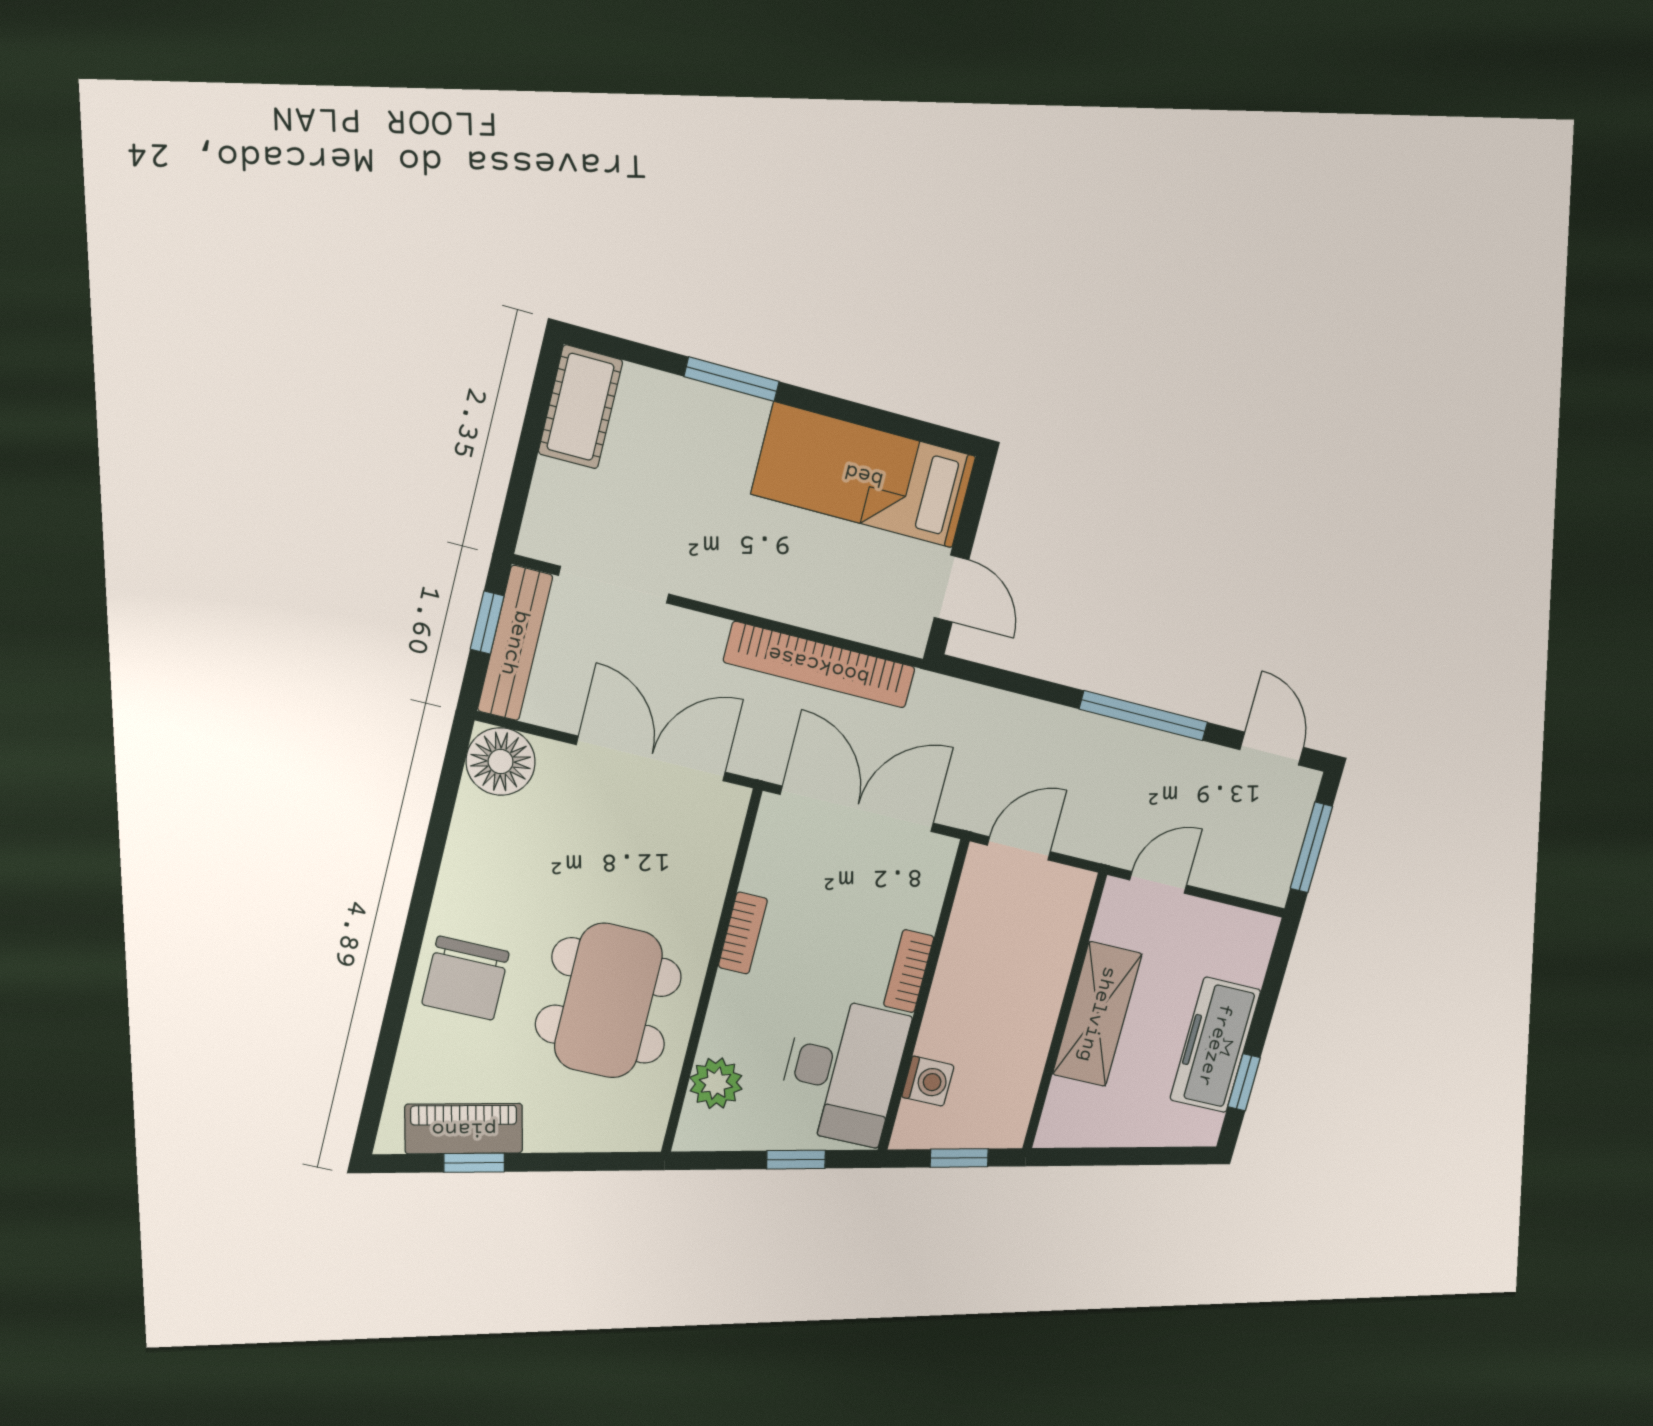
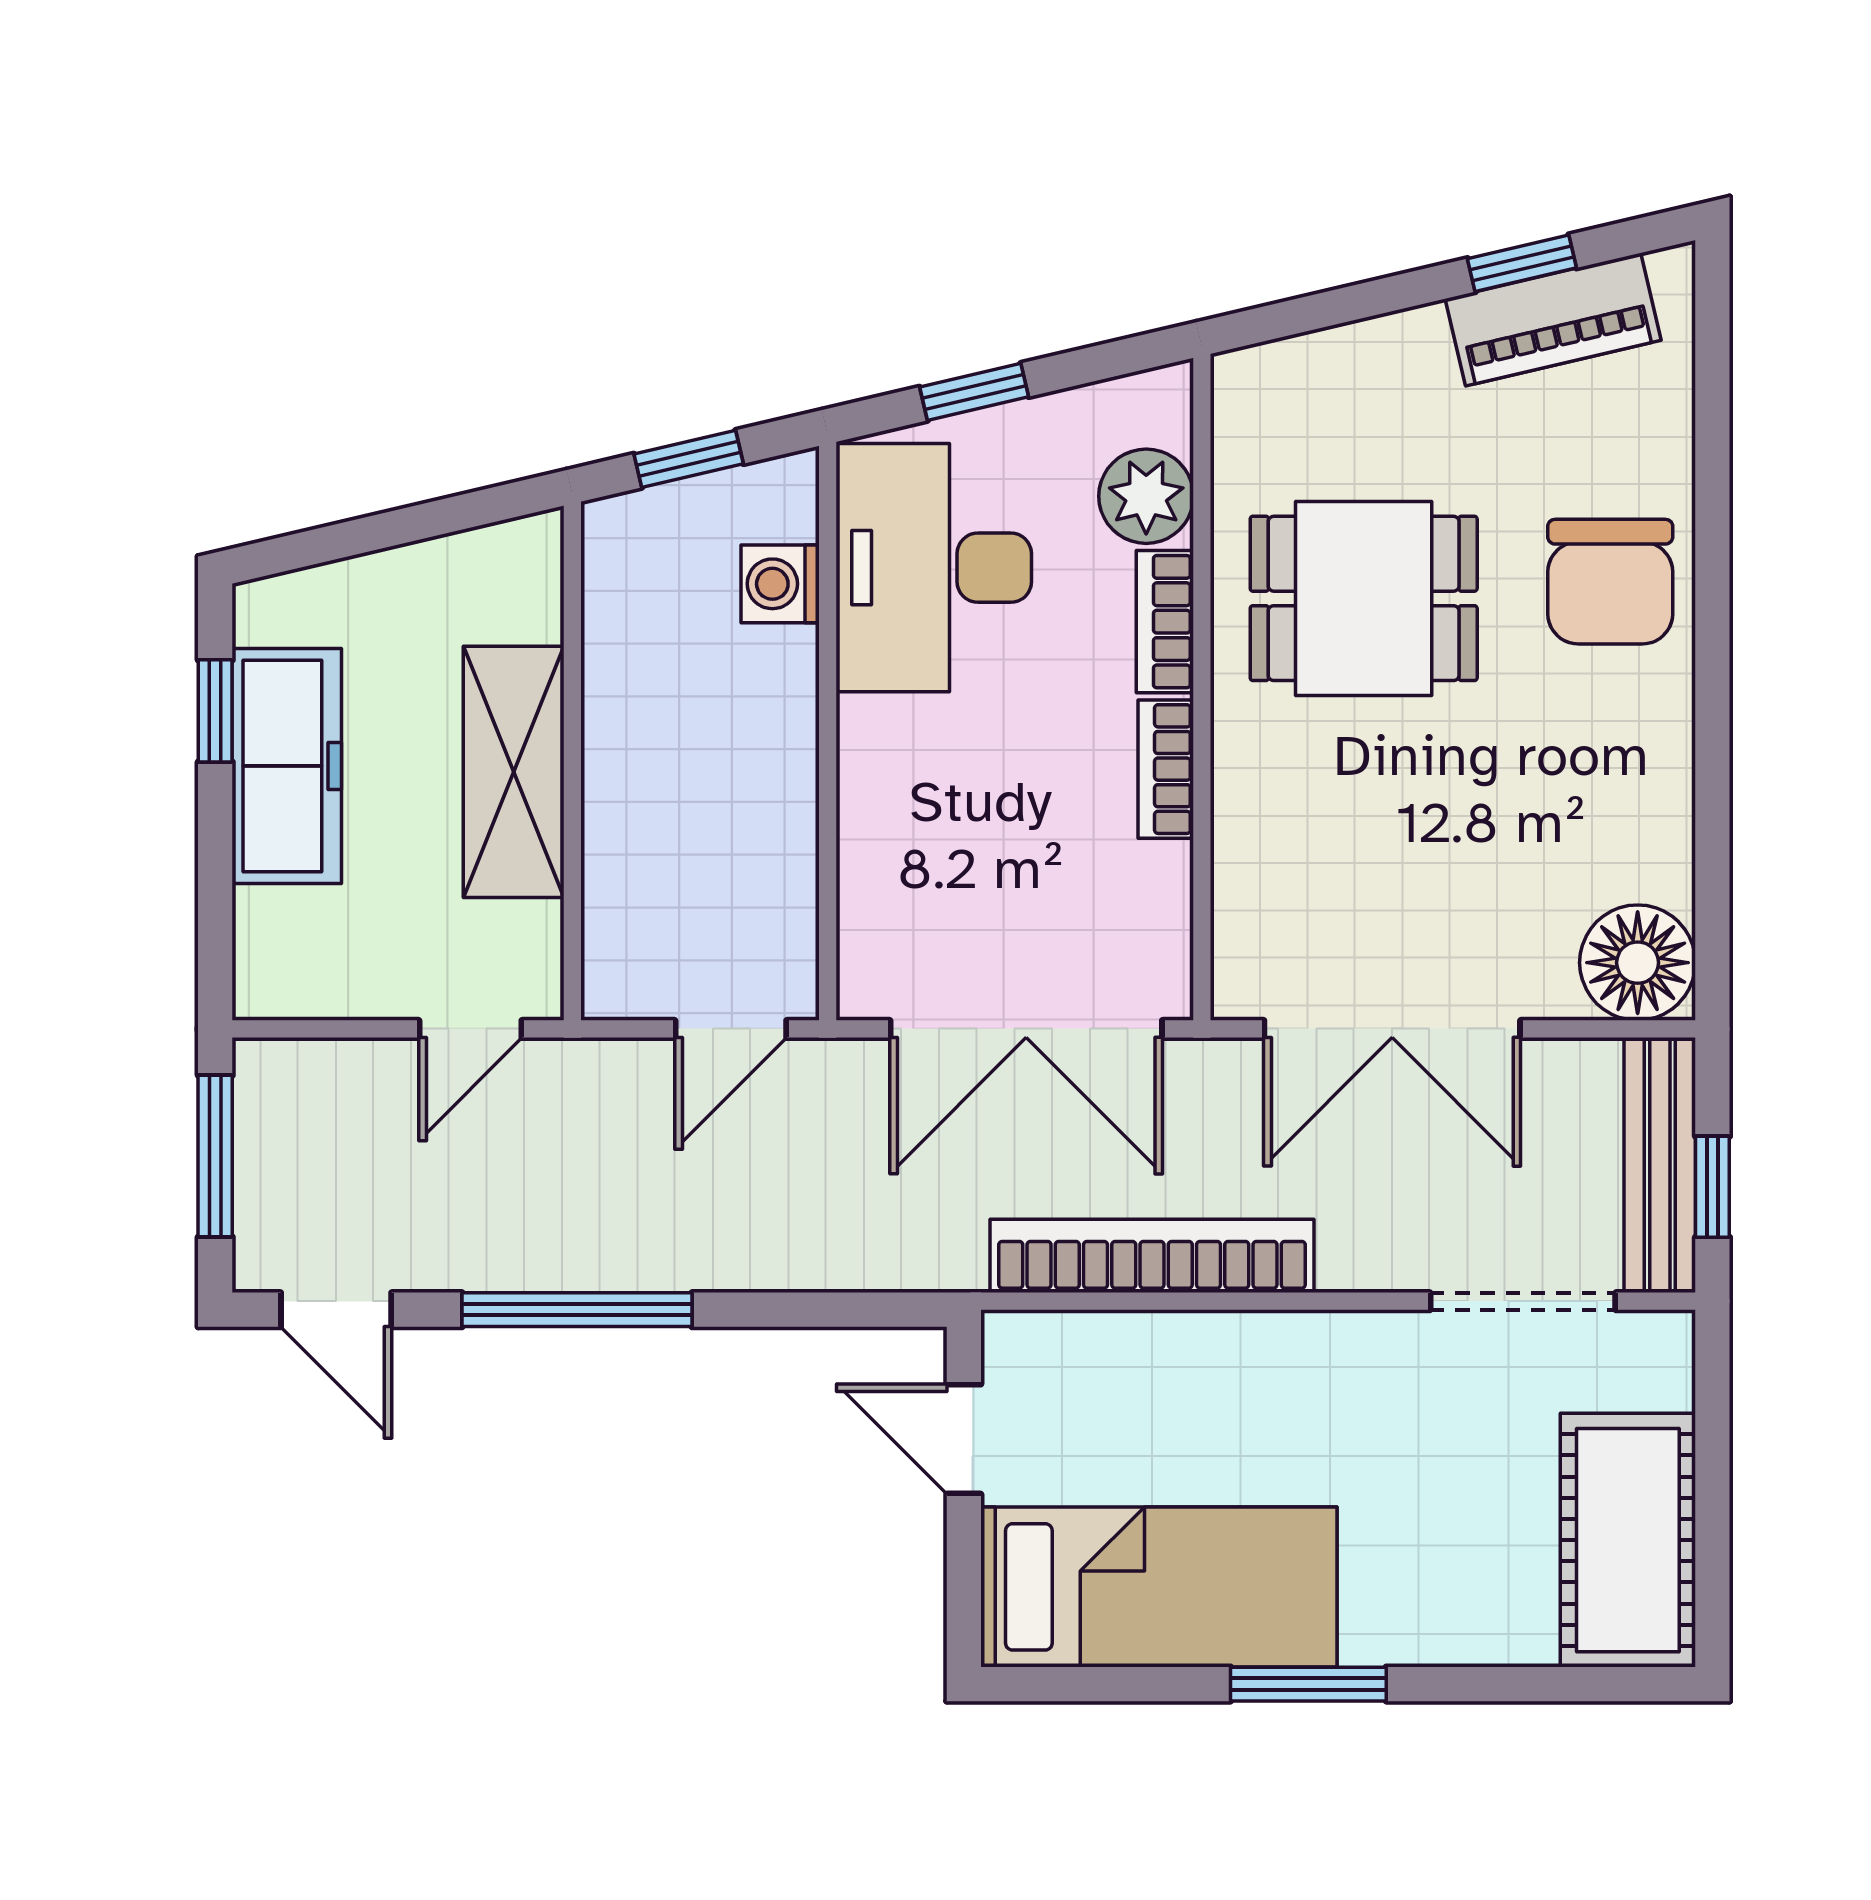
window: (732, 379) -> (1308, 1684), moved
cot: (580, 407) -> (1628, 1540), width x1.37, depth x1.34
bookcase: (909, 971) -> (1165, 622), moved, turned 180
chair: (465, 978) -> (1610, 582), turned 180
dining table: (608, 1001) -> (1364, 598), width x0.73

